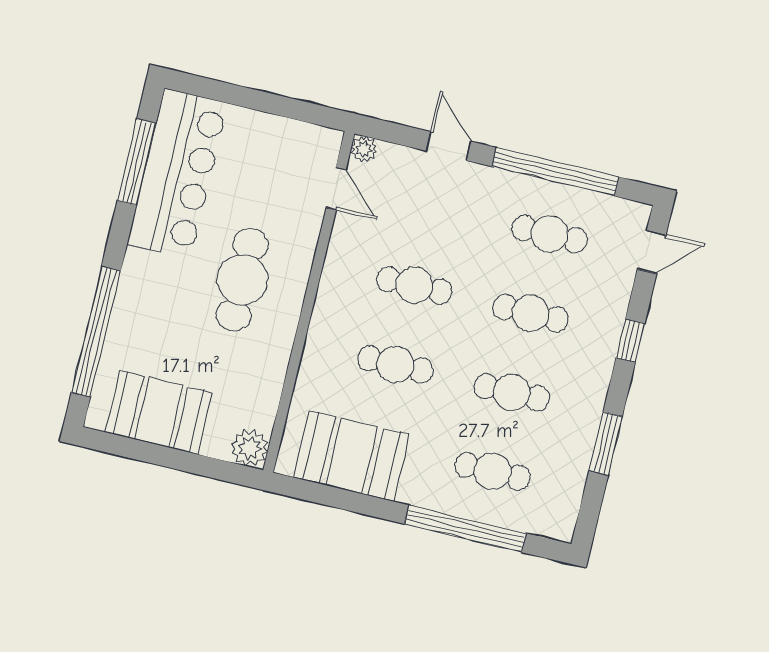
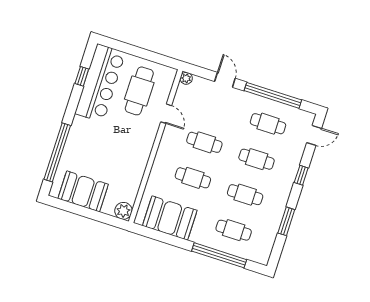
window: (137, 162) -> (82, 76), width x0.46
door: (336, 189) -> (166, 114), moved
cafe table: (242, 280) -> (139, 91), moved

